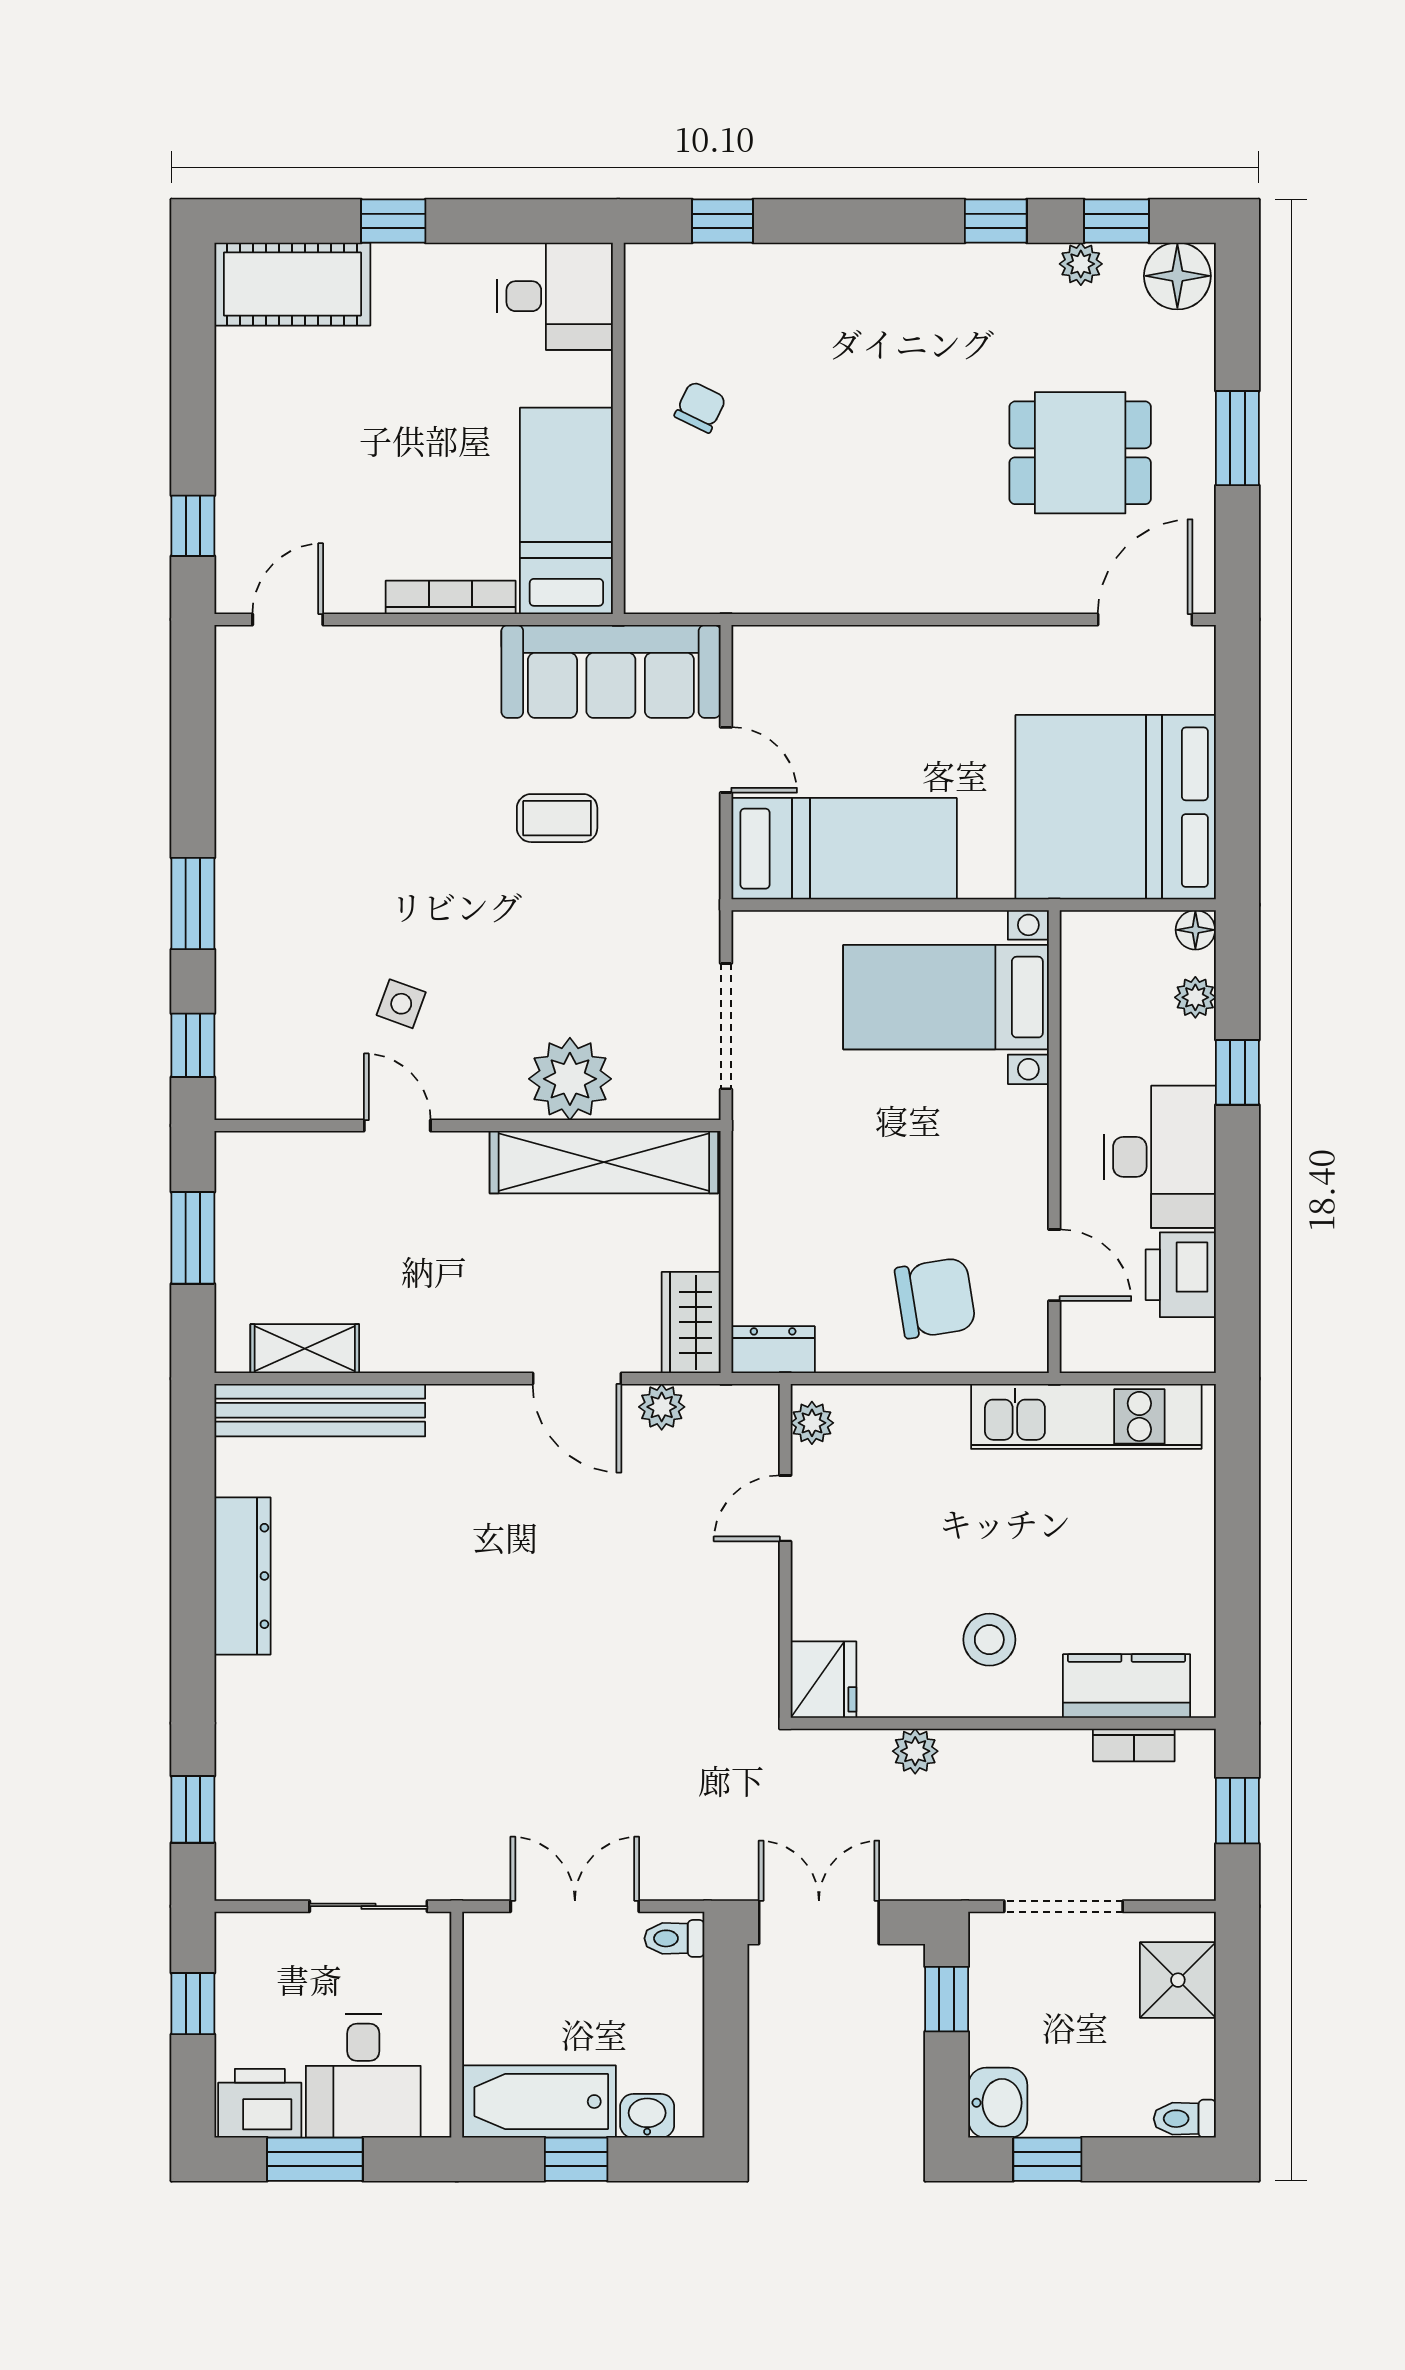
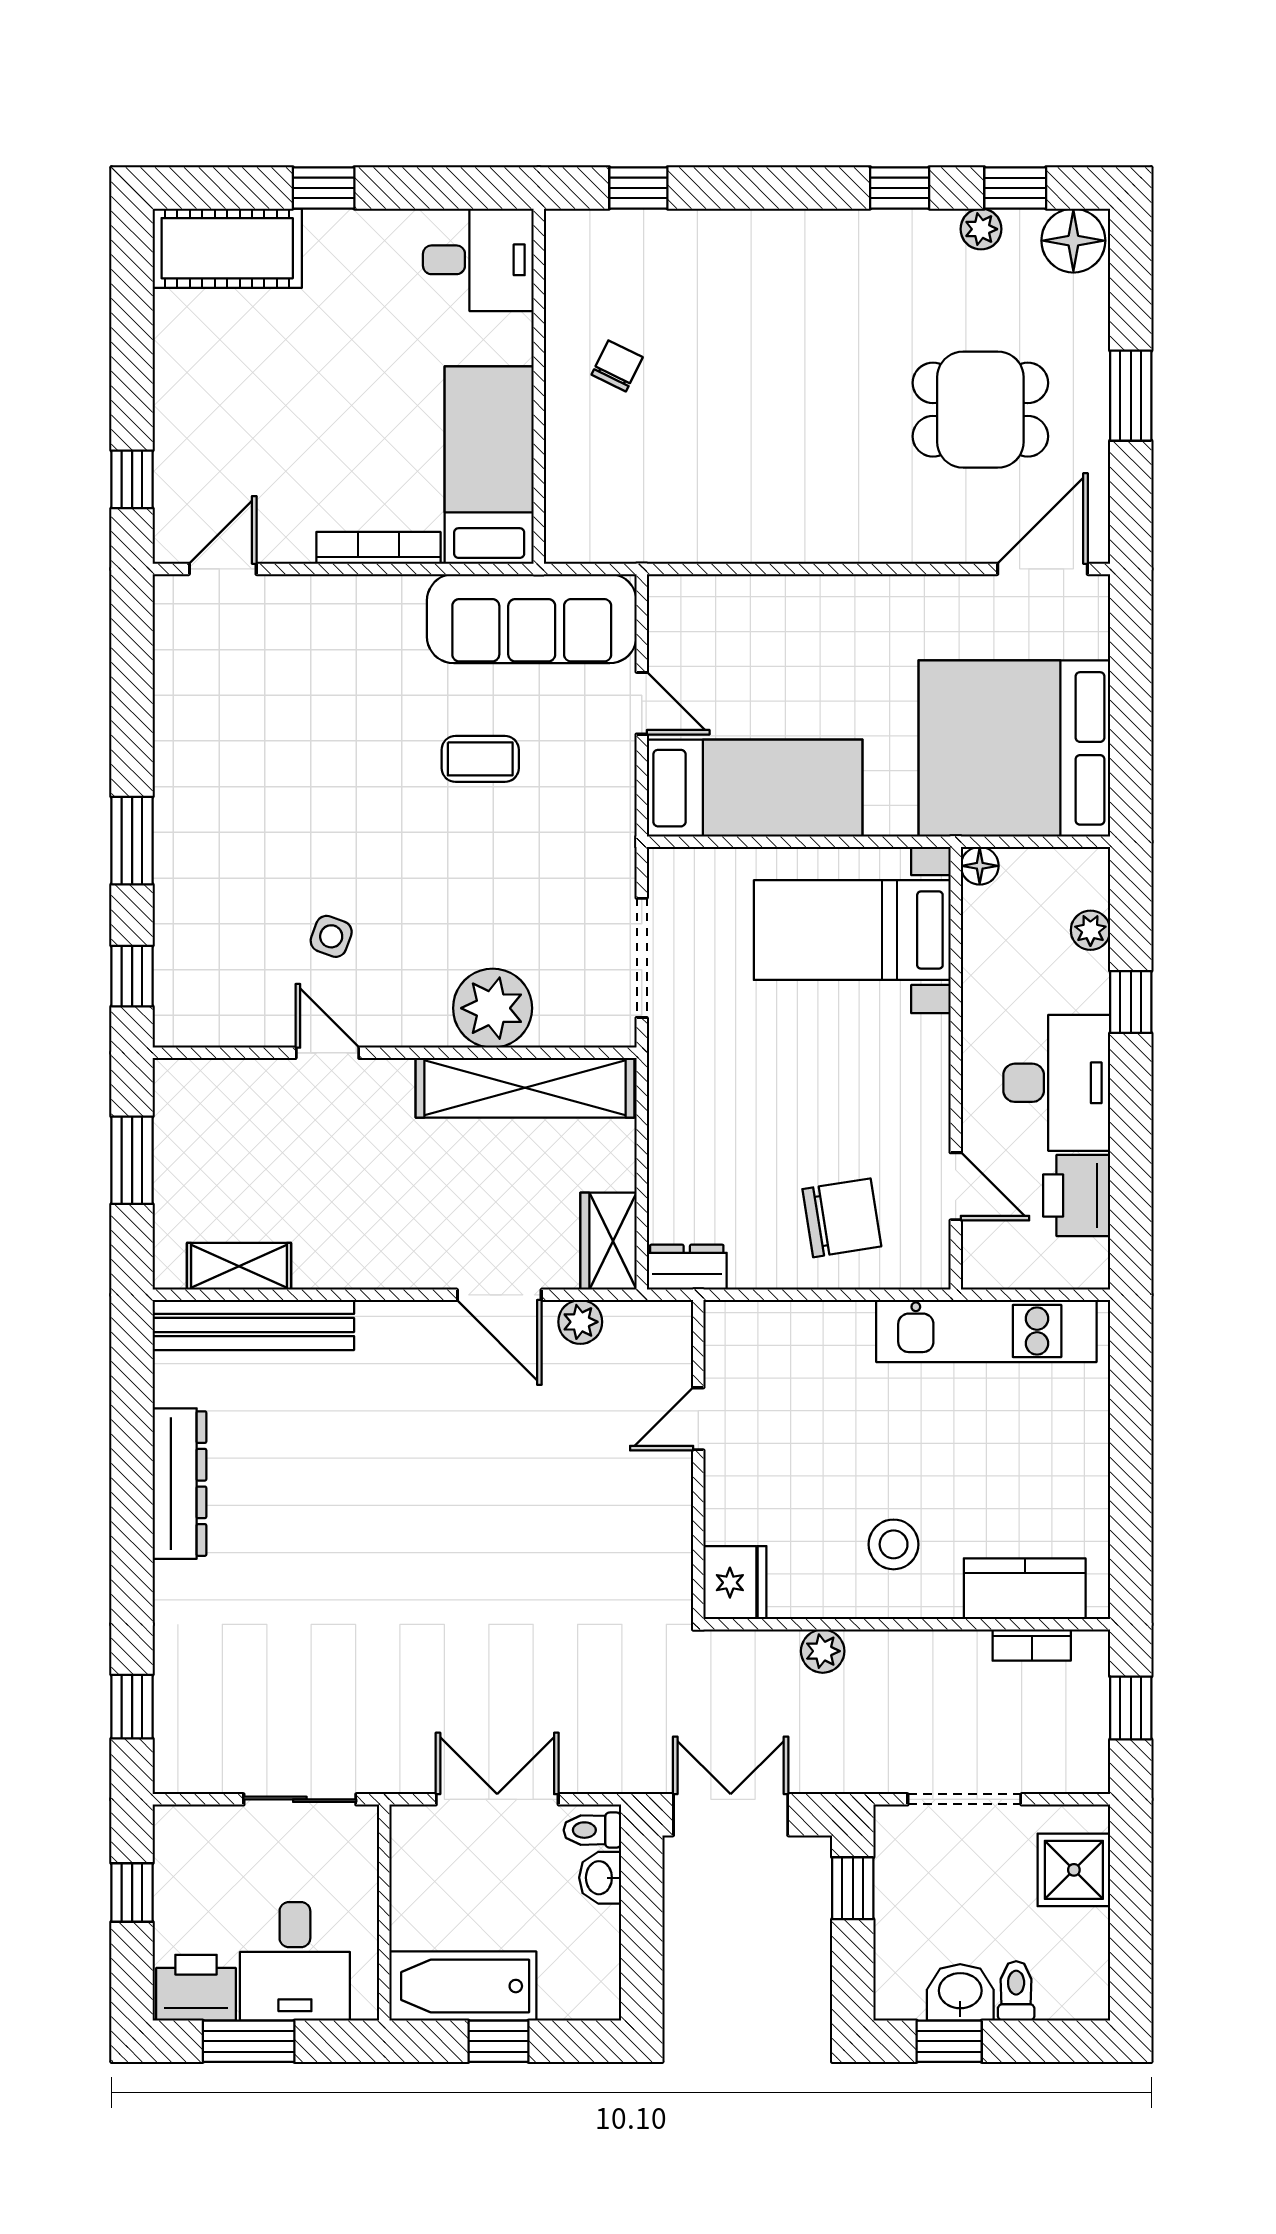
floor lamp: (1195, 930) -> (980, 866), moved
plant: (812, 1423) -> (724, 1337), removed
washbasin: (998, 2103) -> (960, 1992), moved, turned -90
washbasin: (647, 2116) -> (600, 1878), moved, turned -90
toilet: (1185, 2119) -> (1016, 1991), moved, turned 90

